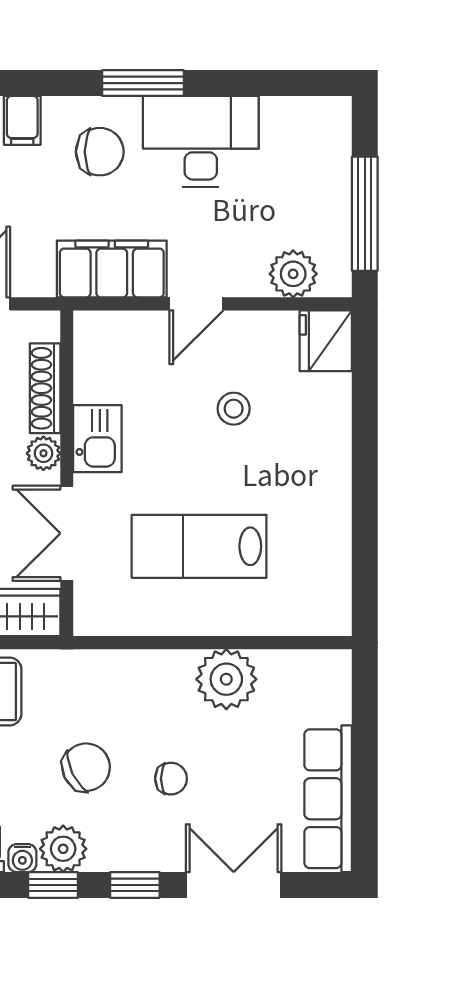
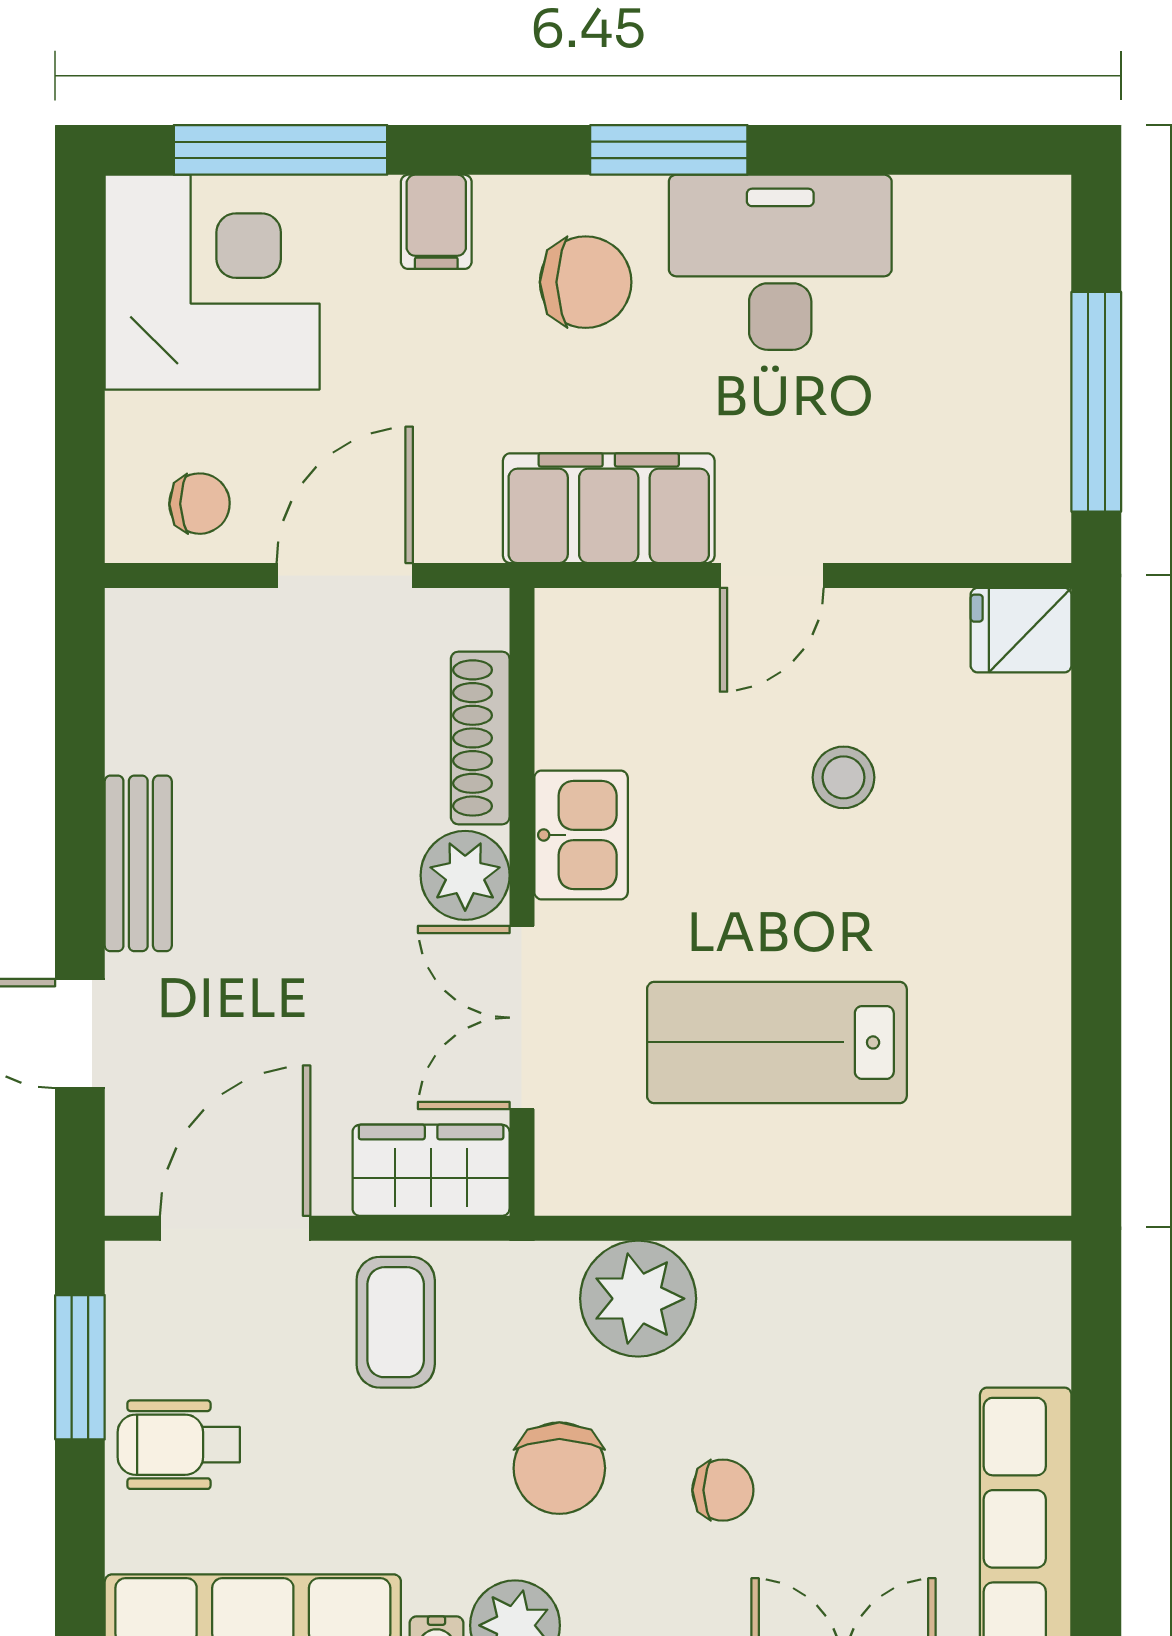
plant: (293, 274) -> (958, 518), removed
fridge: (326, 341) -> (1021, 630), width x0.72
plant: (43, 453) -> (465, 875), width x1.38, depth x1.38
plant: (226, 679) -> (638, 1299), moved
chair: (86, 767) -> (559, 1468), turned 116

